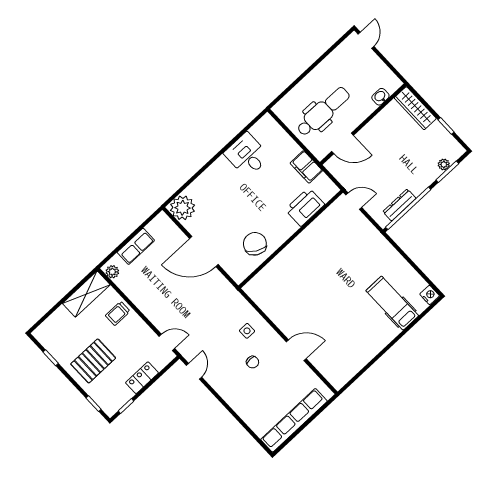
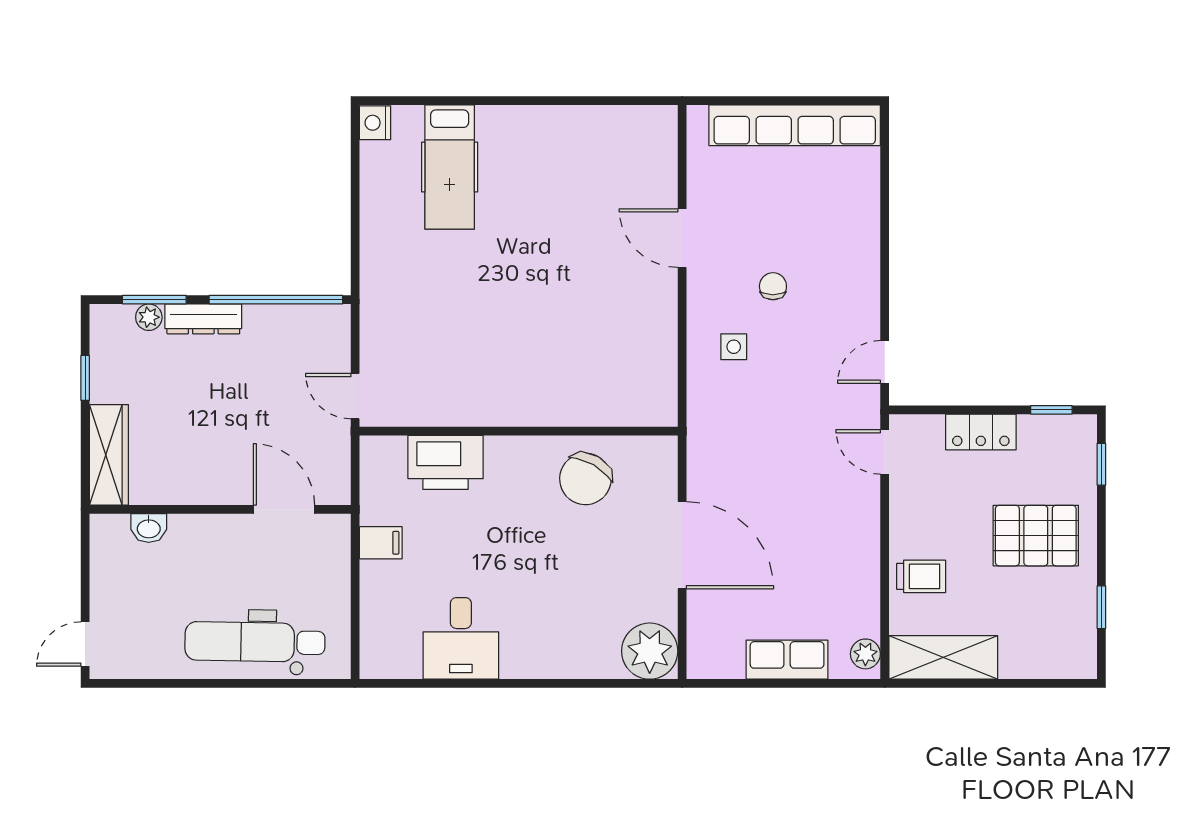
dental chair: (323, 112) -> (255, 642), moved
filing cabinet: (306, 167) -> (381, 543), width x0.50
dresser: (399, 205) -> (203, 319), moved

